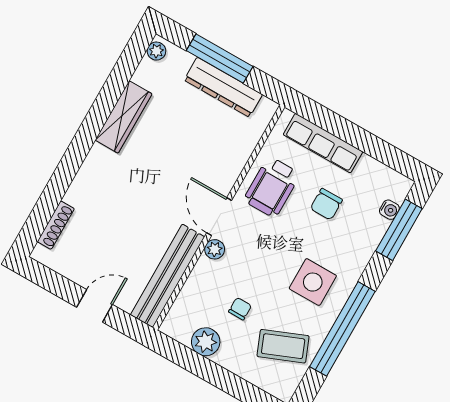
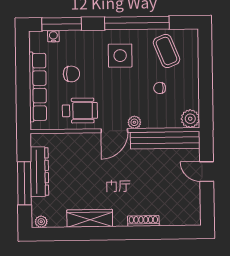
row of seats: (323, 143) -> (38, 87), width x1.36
shoe rack: (56, 225) -> (143, 221), moved
plant: (206, 342) -> (190, 119), moved

